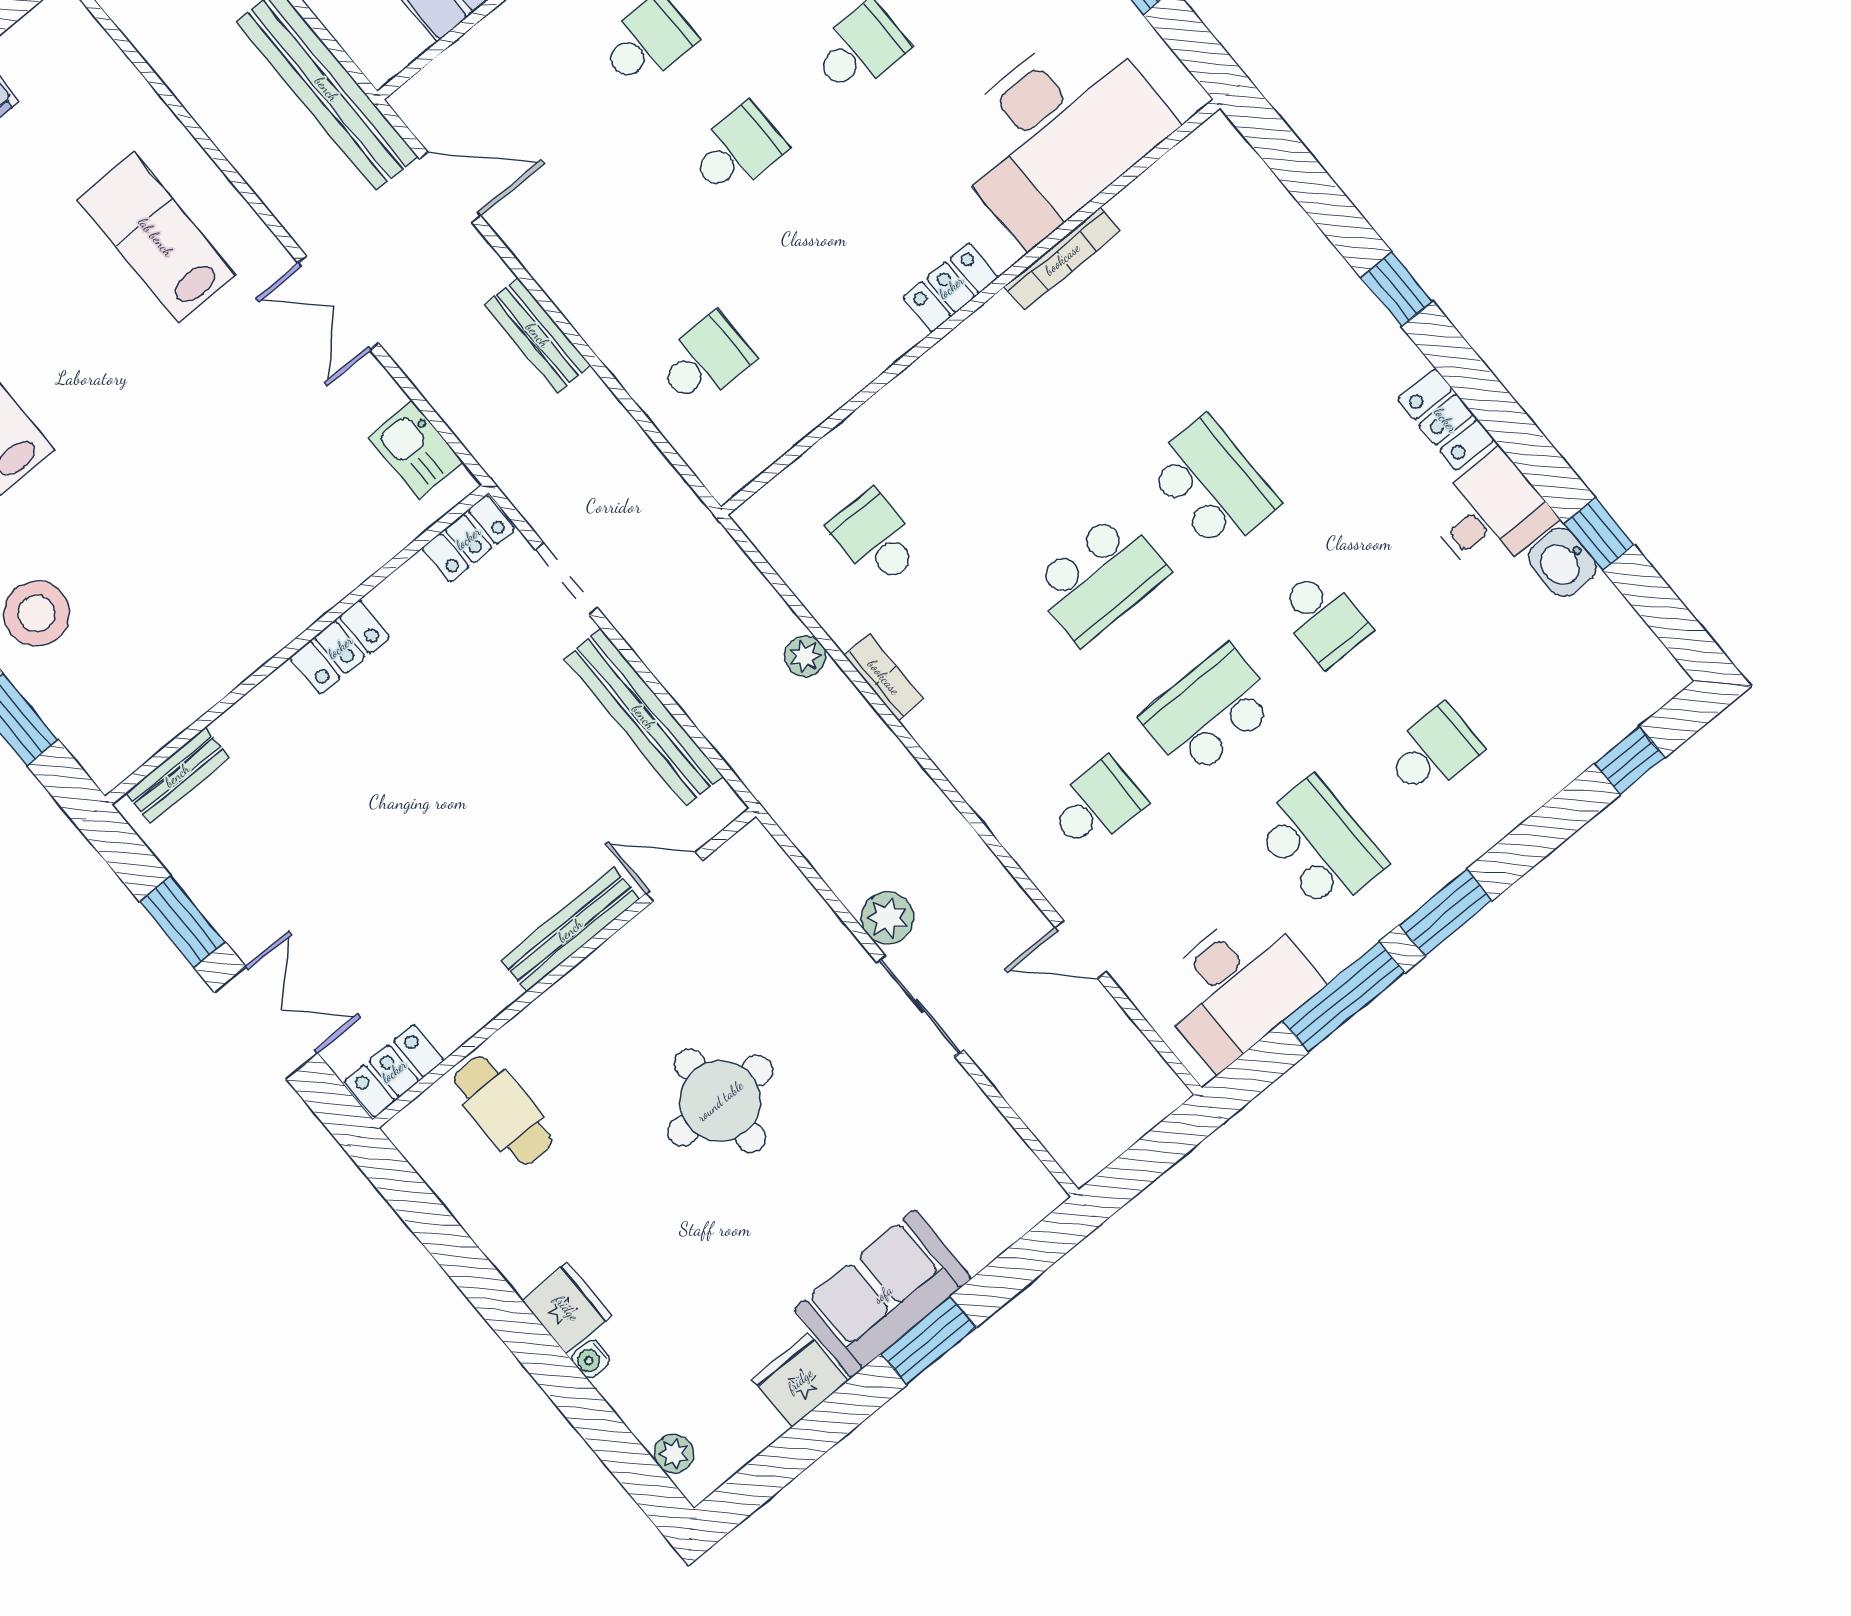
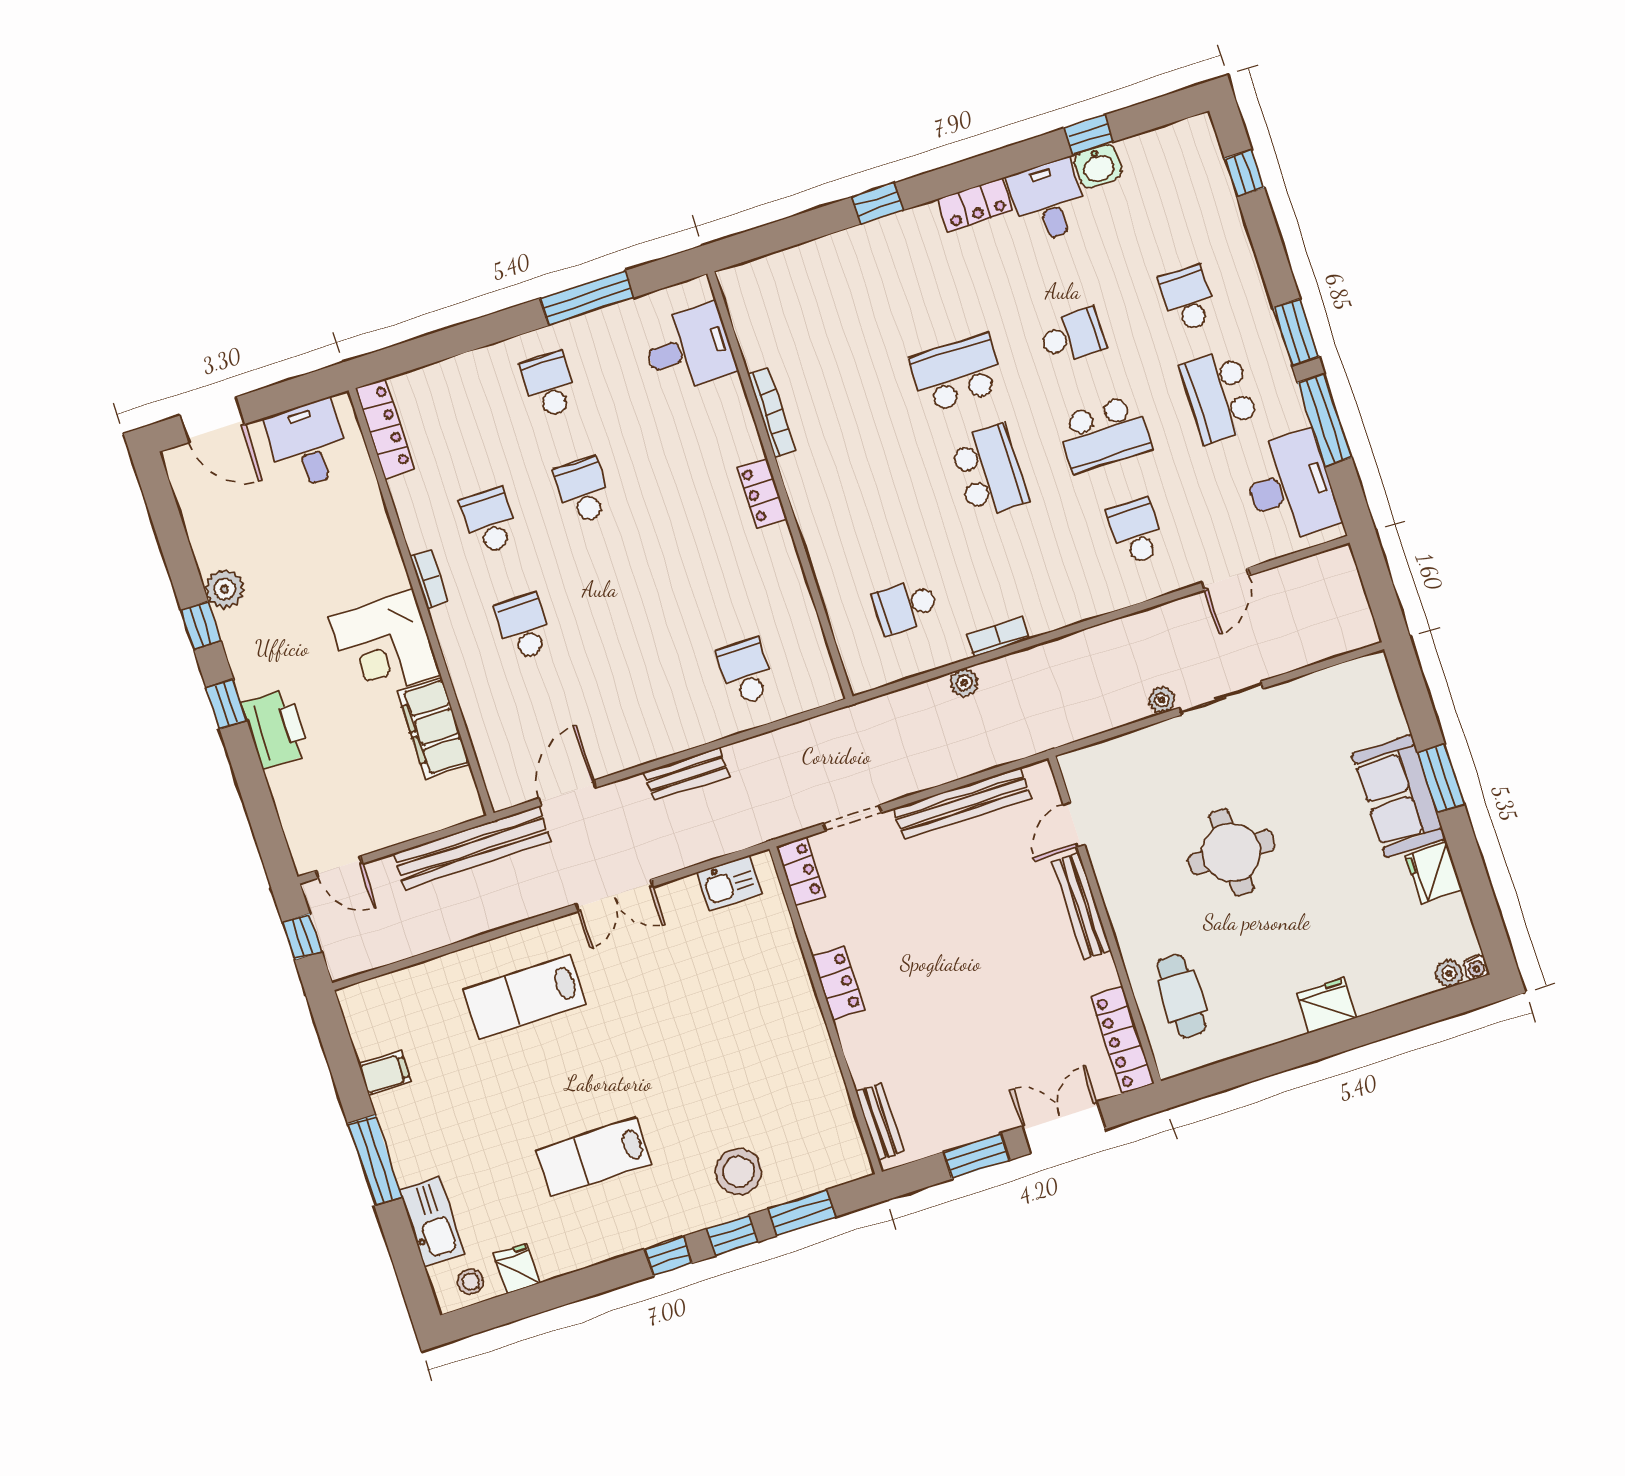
desk: (1057, 131) -> (689, 348), width x0.53, depth x0.77
school desk: (738, 150) -> (618, 596), removed
school desk: (1210, 712) -> (1104, 434), turned -90
school desk: (1320, 845) -> (1220, 396), turned -90
plant: (887, 918) -> (1162, 700), width x0.73, depth x0.73
locker: (394, 1071) -> (1123, 1040), width x1.53
cafe table: (503, 1110) -> (1182, 996), turned 90
water cooler: (591, 1359) -> (1476, 967), moved

